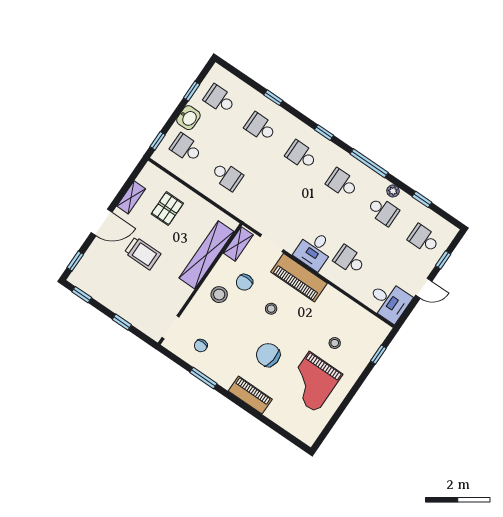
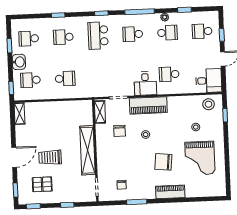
school desk: (301, 155) -> (98, 36), width x1.85
shelving: (131, 197) -> (19, 114), moved
pallet: (167, 209) -> (42, 184), moved, turned 90
trolley: (143, 253) -> (50, 157), turned 180
shelving: (207, 255) -> (87, 150), moved
stool: (219, 295) -> (209, 104), moved

